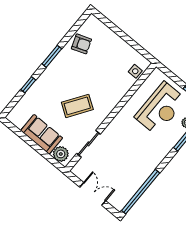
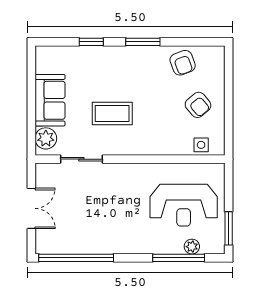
armchair: (112, 55) -> (198, 105), added
coffee table: (77, 106) -> (112, 113), turned -34

